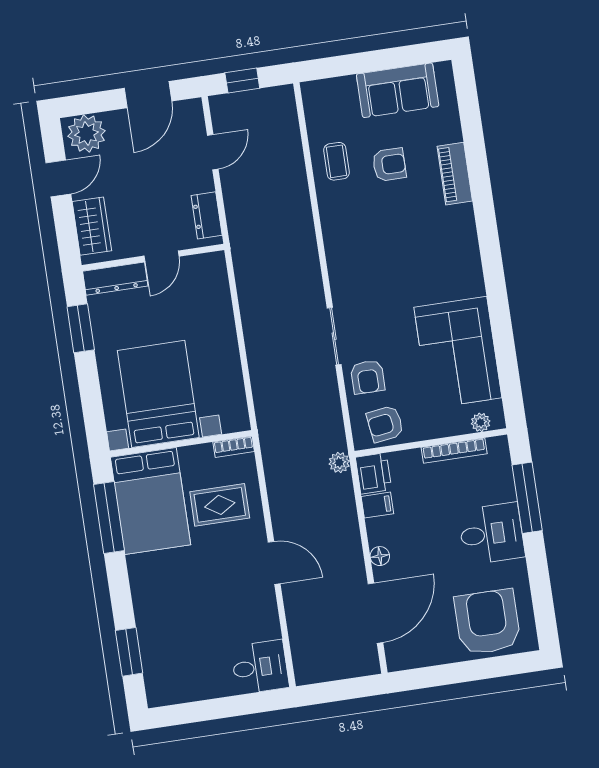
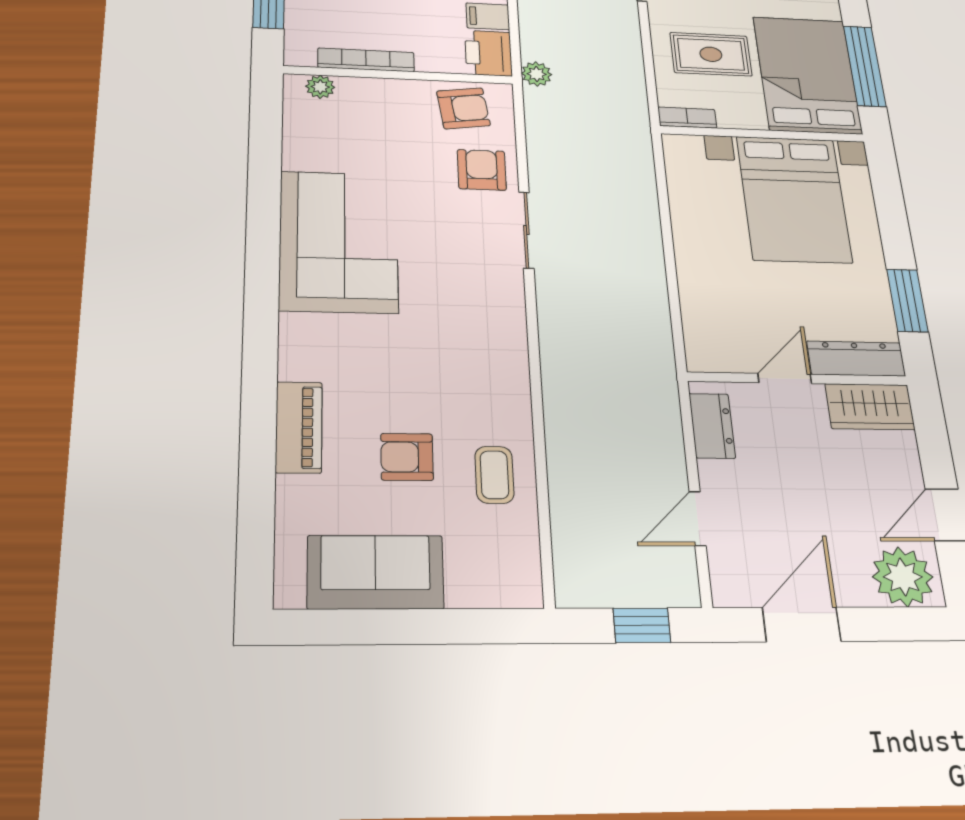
wardrobe: (92, 226) -> (870, 407), moved, turned -90
corner sofa: (458, 352) -> (339, 241), moved

